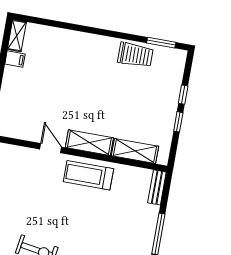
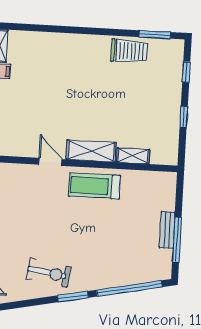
window: (183, 95) -> (186, 72), moved
shelving: (135, 151) -> (133, 156), width x0.67, depth x0.75
bench: (157, 187) -> (167, 230), moved

